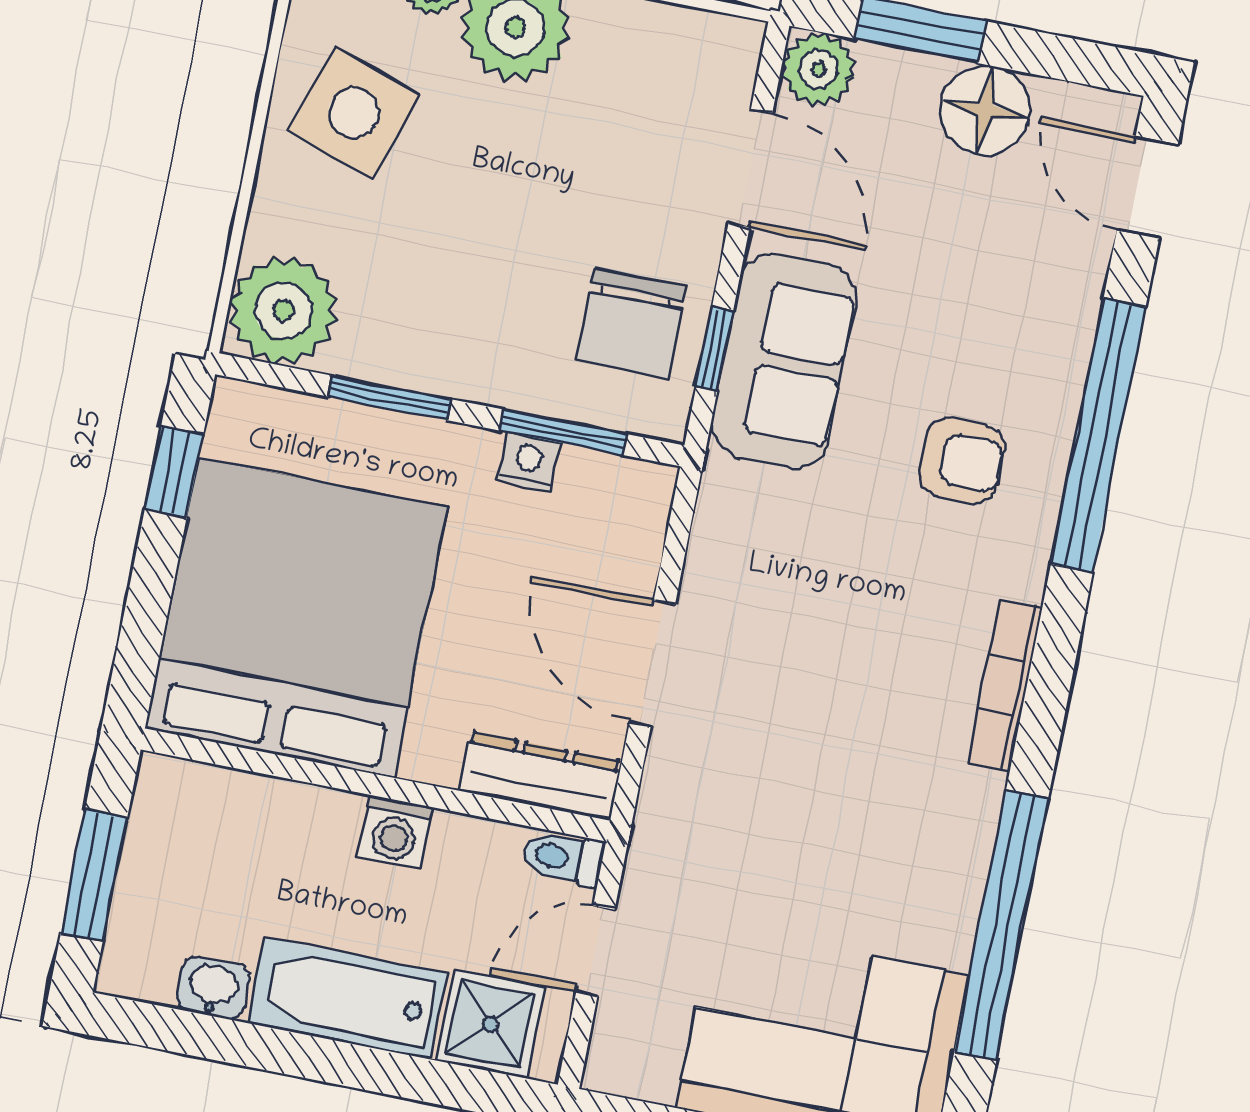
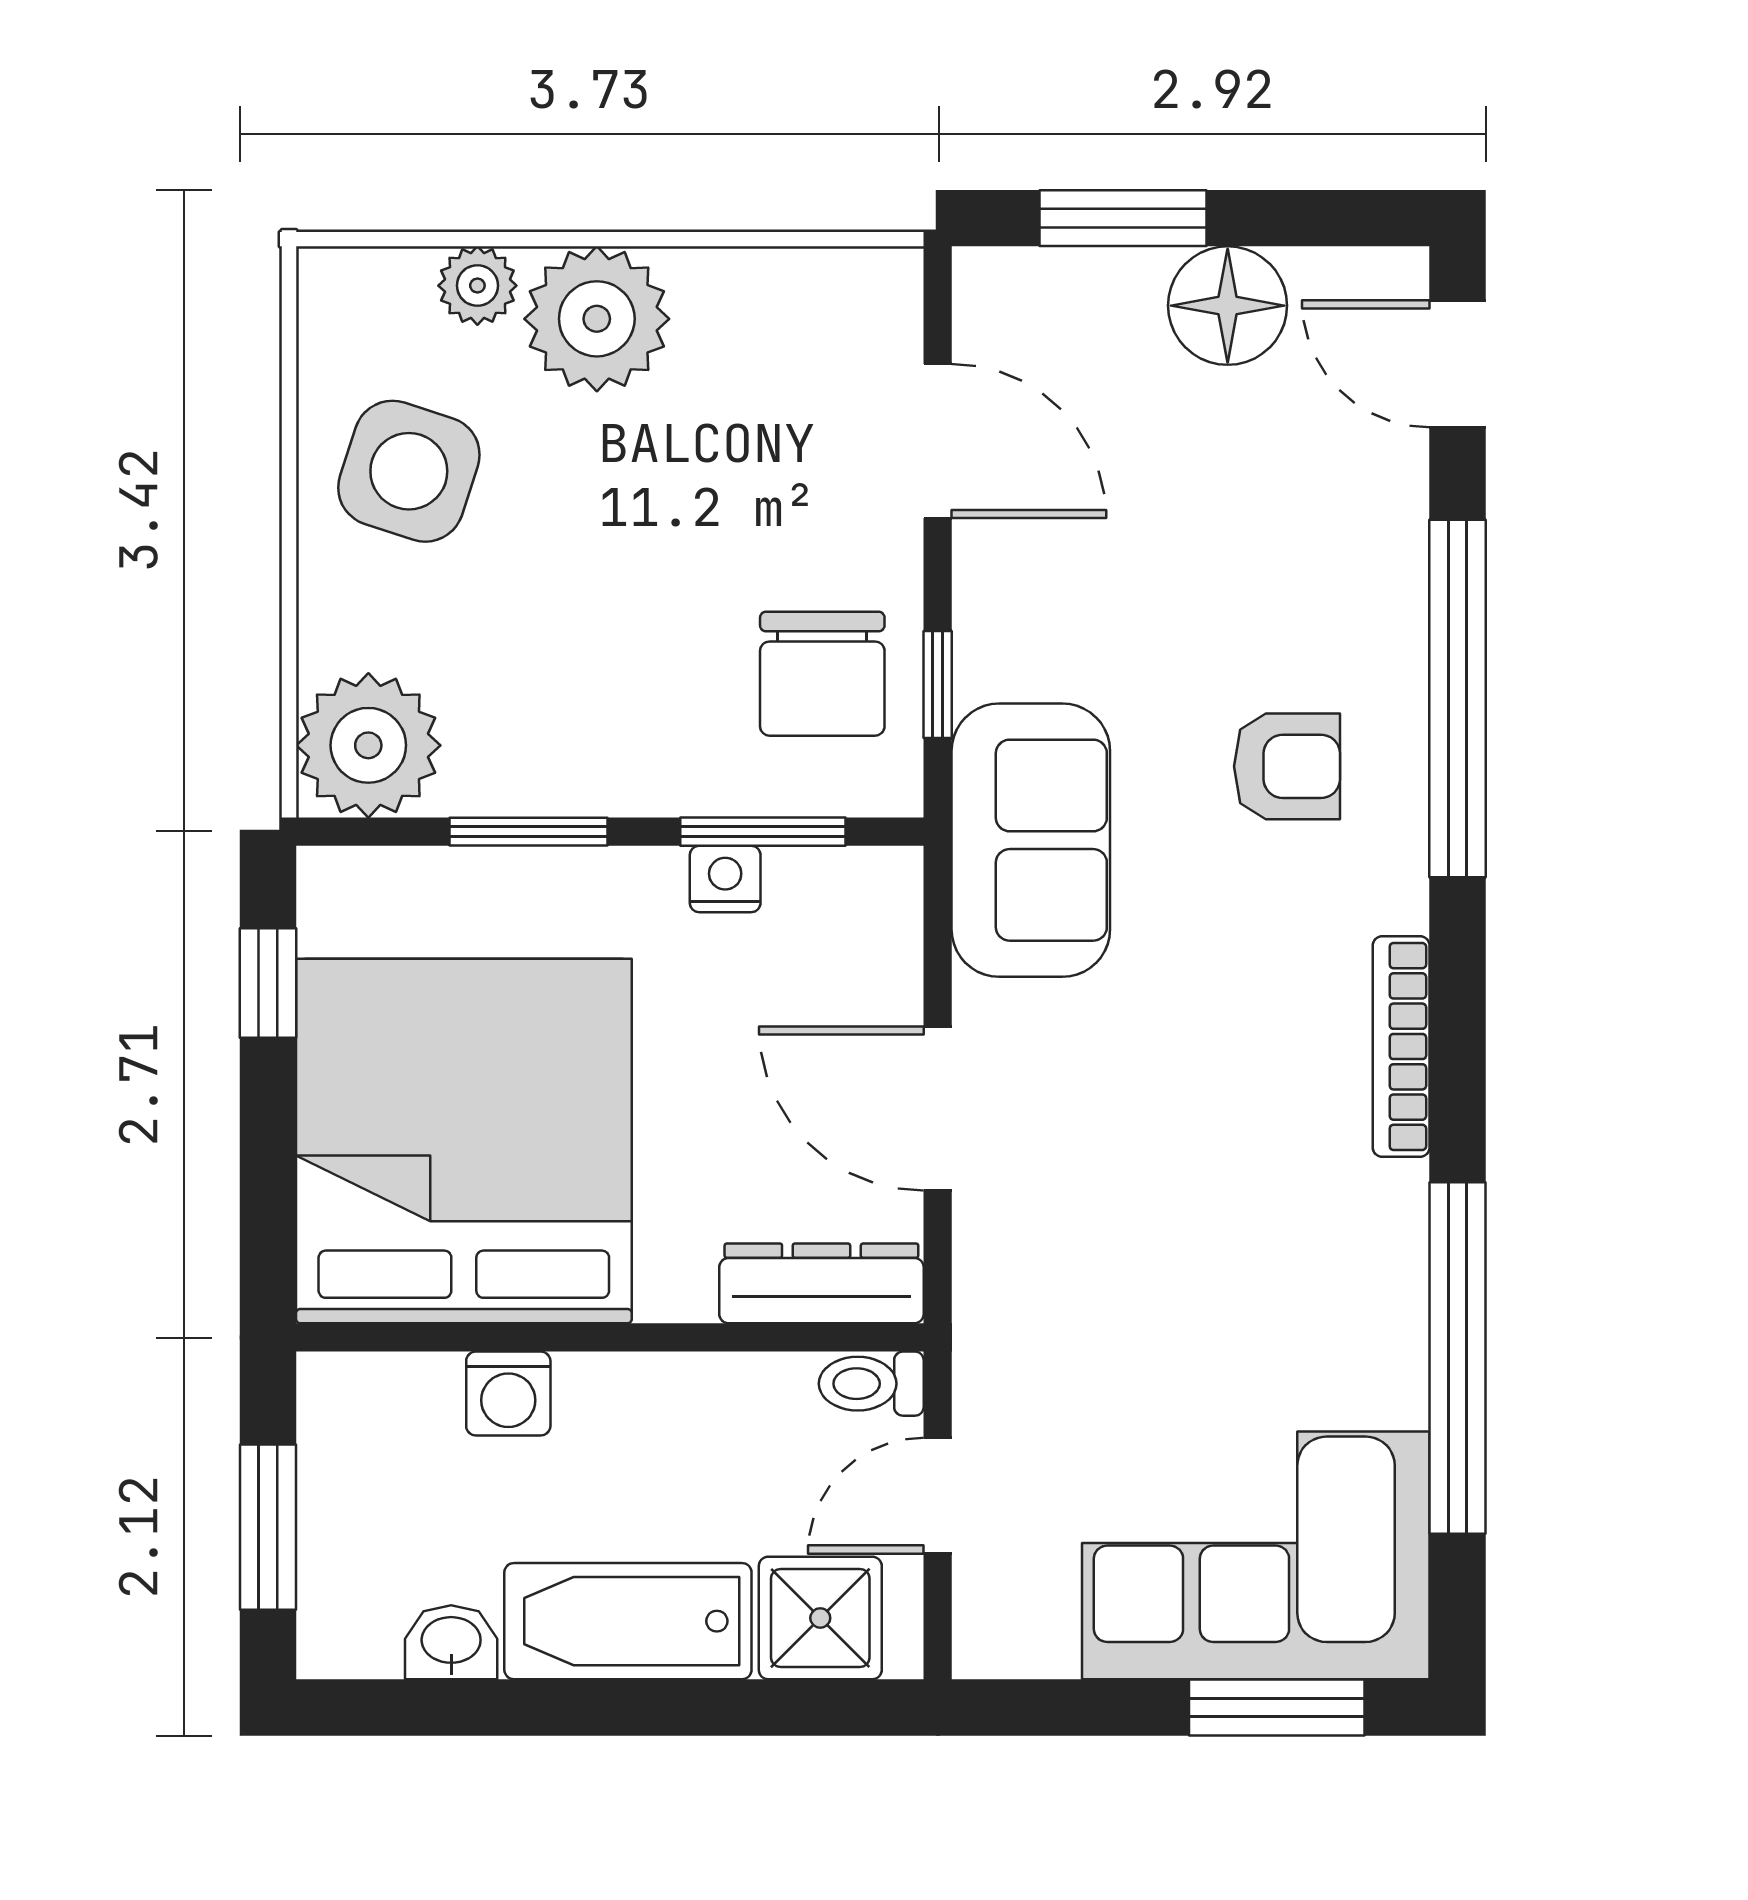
plant: (818, 69) -> (1000, 295), removed
sofa: (784, 362) -> (1031, 840), moved
washing machine: (395, 832) -> (508, 1394), moved

